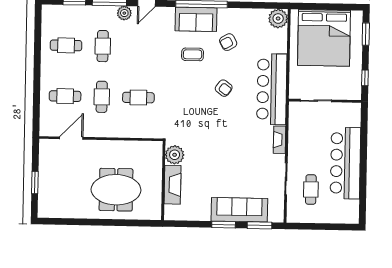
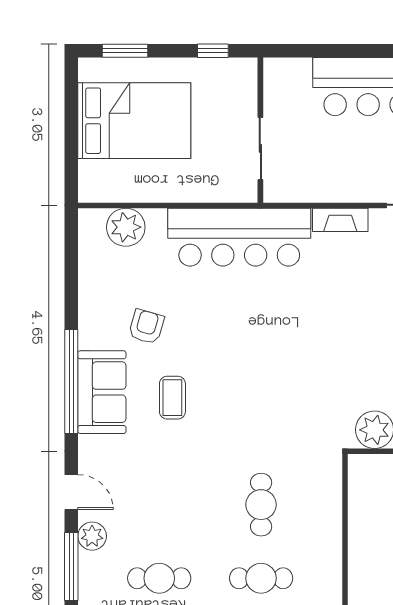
plant: (278, 19) -> (126, 227), moved
bed: (324, 38) -> (134, 121), width x0.73
armchair: (228, 42) -> (146, 327), turned -135
armchair: (224, 88) -> (239, 334), removed

